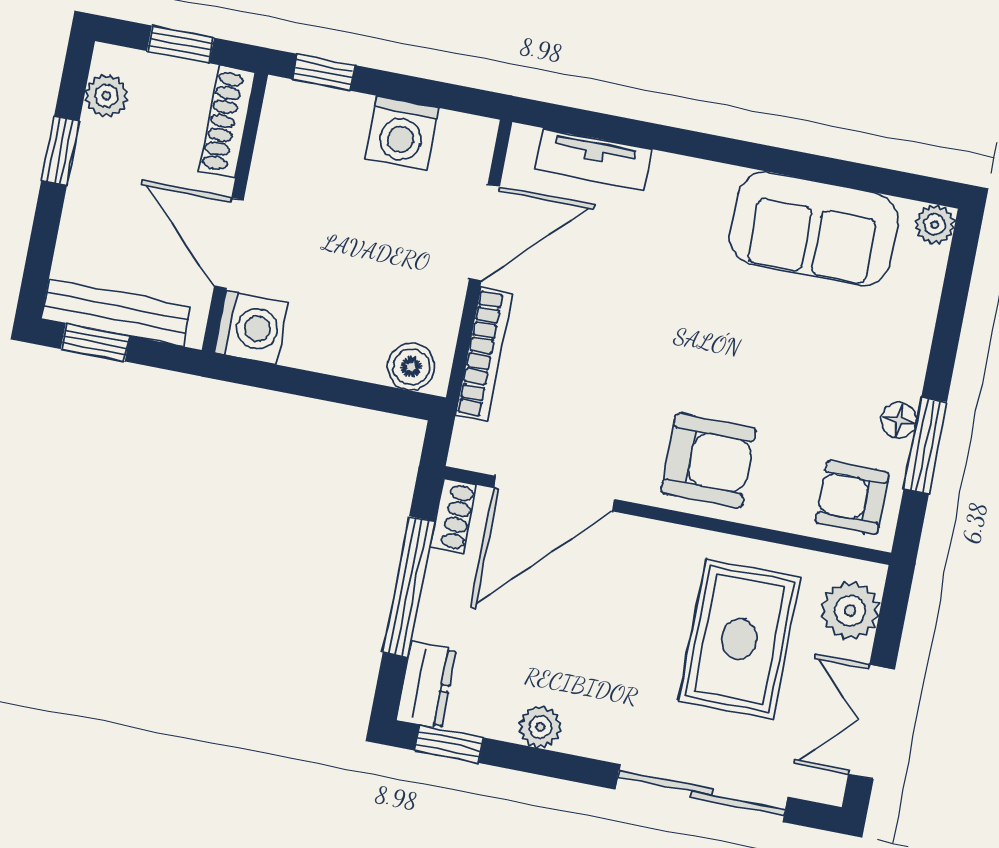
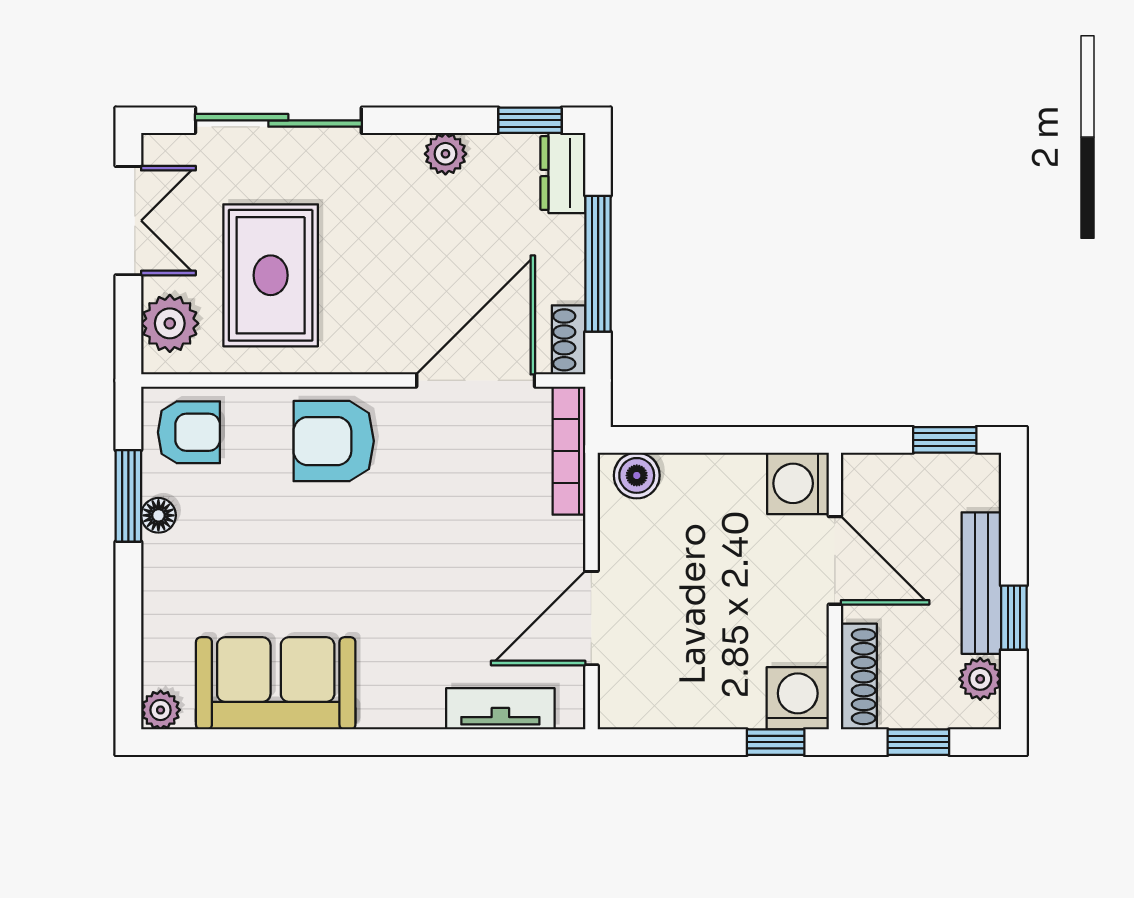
washing machine: (402, 133) -> (798, 698), moved
bench: (116, 313) -> (981, 583), moved, turned 90
bookcase: (484, 354) -> (569, 451), moved

